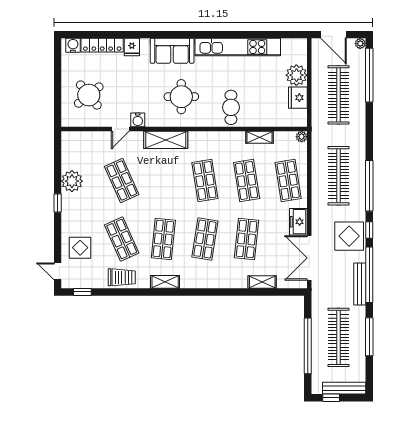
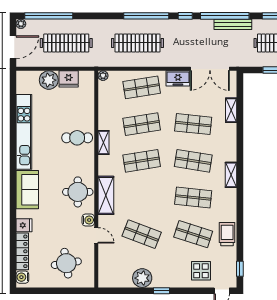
round table: (89, 95) -> (66, 263), turned 30
round table: (181, 97) -> (78, 192), moved
shelving: (259, 137) -> (104, 142), moved
shop shelf: (122, 180) -> (142, 234), turned 45
display table: (349, 236) -> (191, 34), removed
shop shelf: (122, 239) -> (193, 234), turned 42
shelving: (165, 282) -> (231, 175), moved

